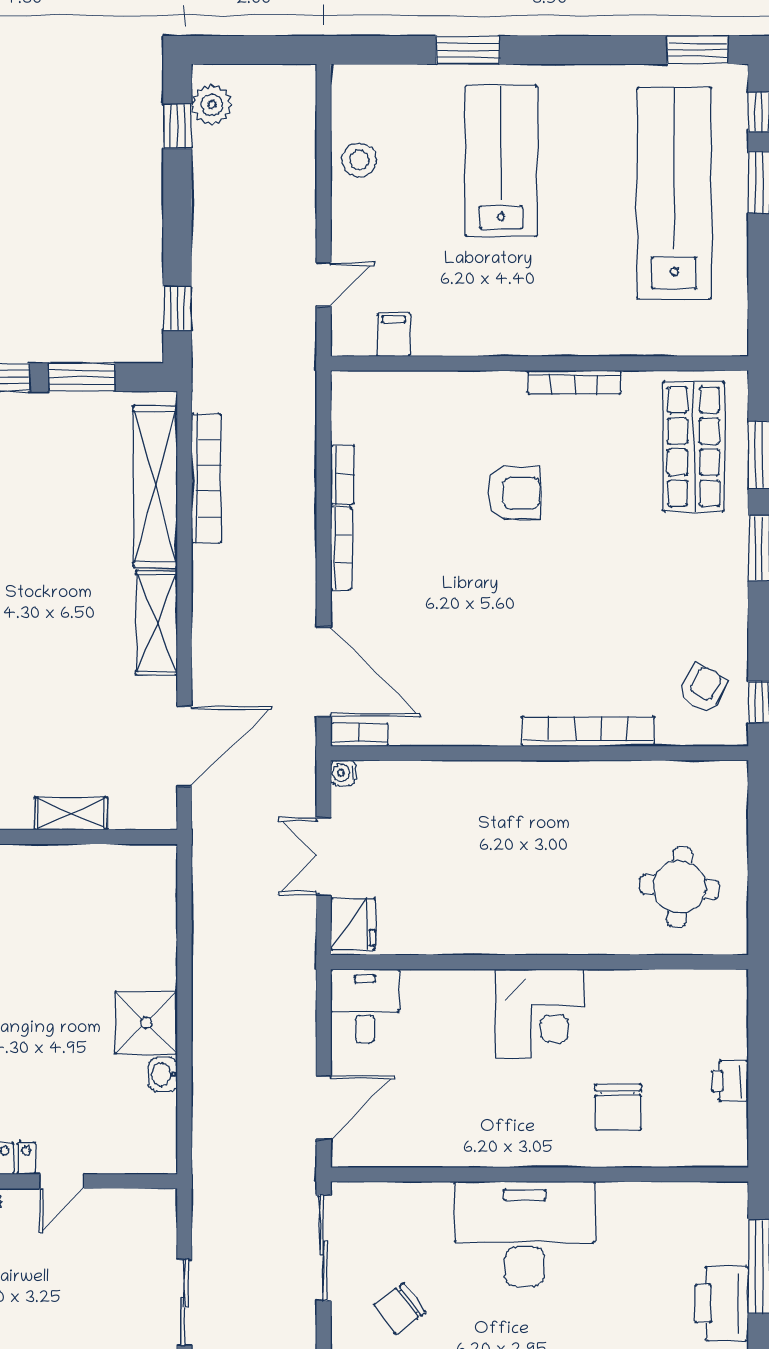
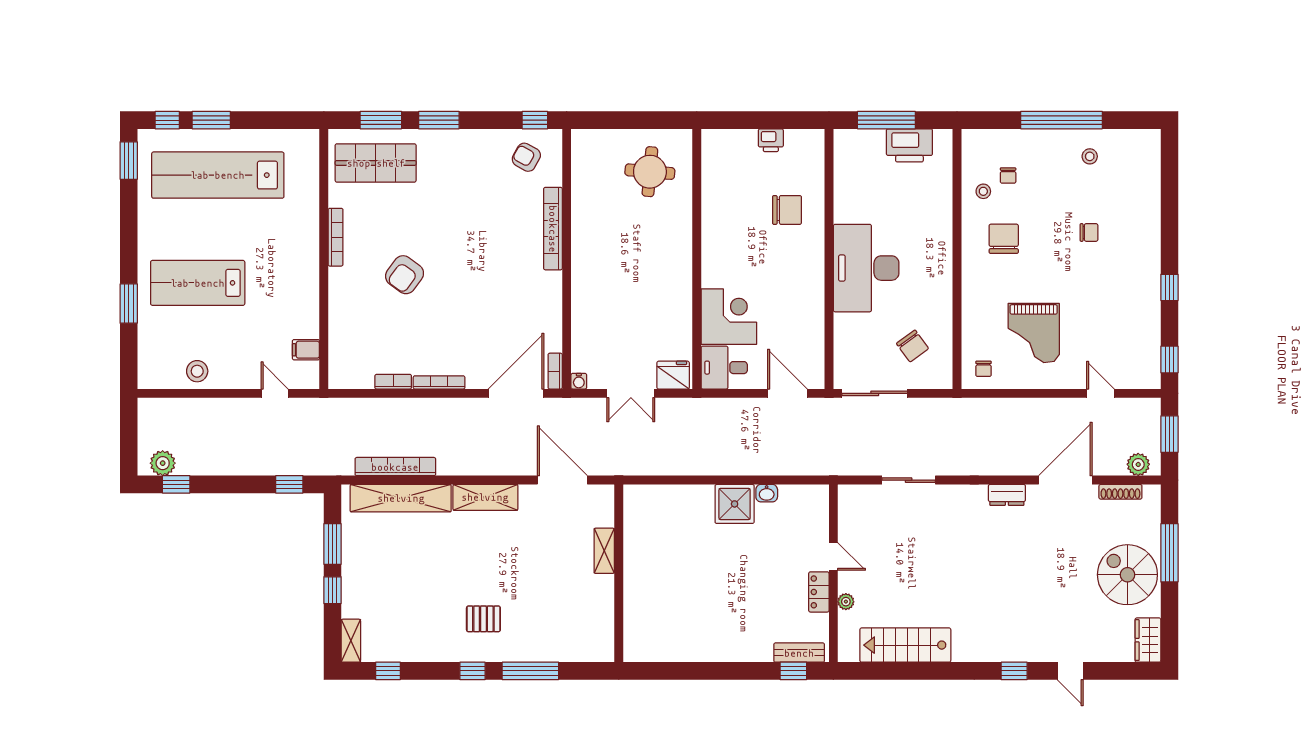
armchair: (514, 493) -> (405, 275), turned -144
corner desk: (540, 1014) -> (729, 317), moved

